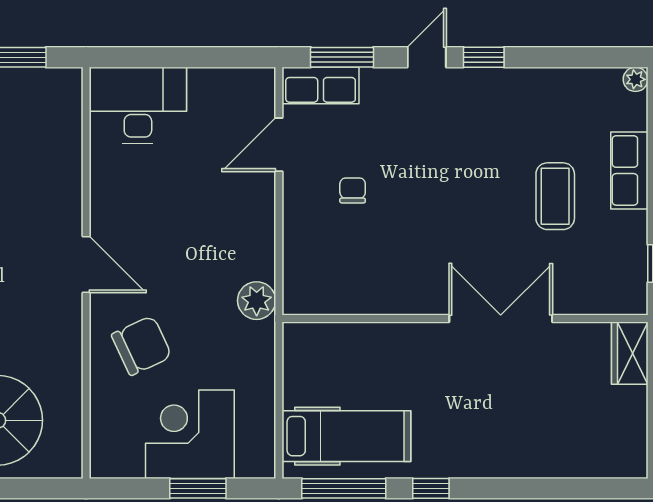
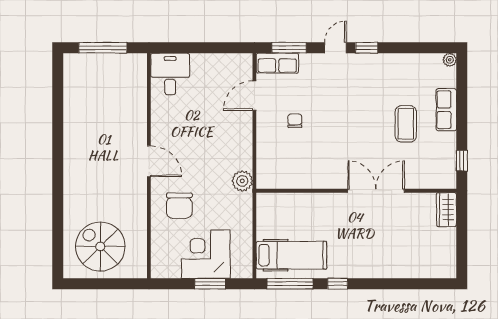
desk: (138, 105) -> (170, 74), width x0.73
chair: (142, 345) -> (179, 206), turned 115

